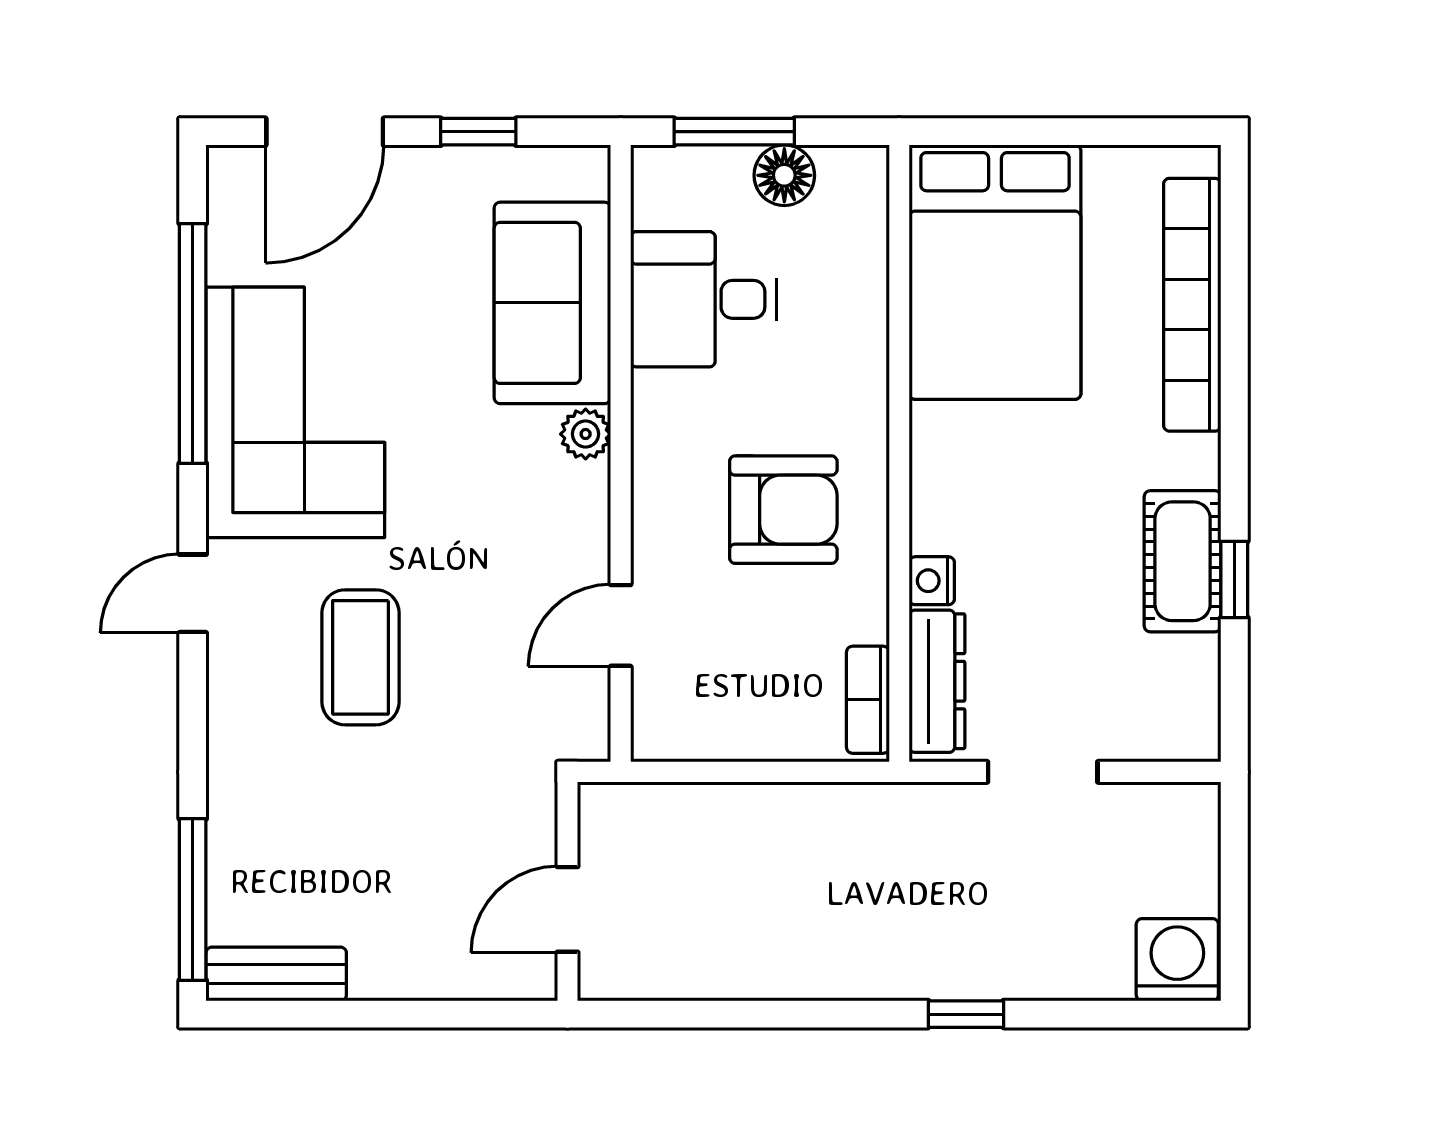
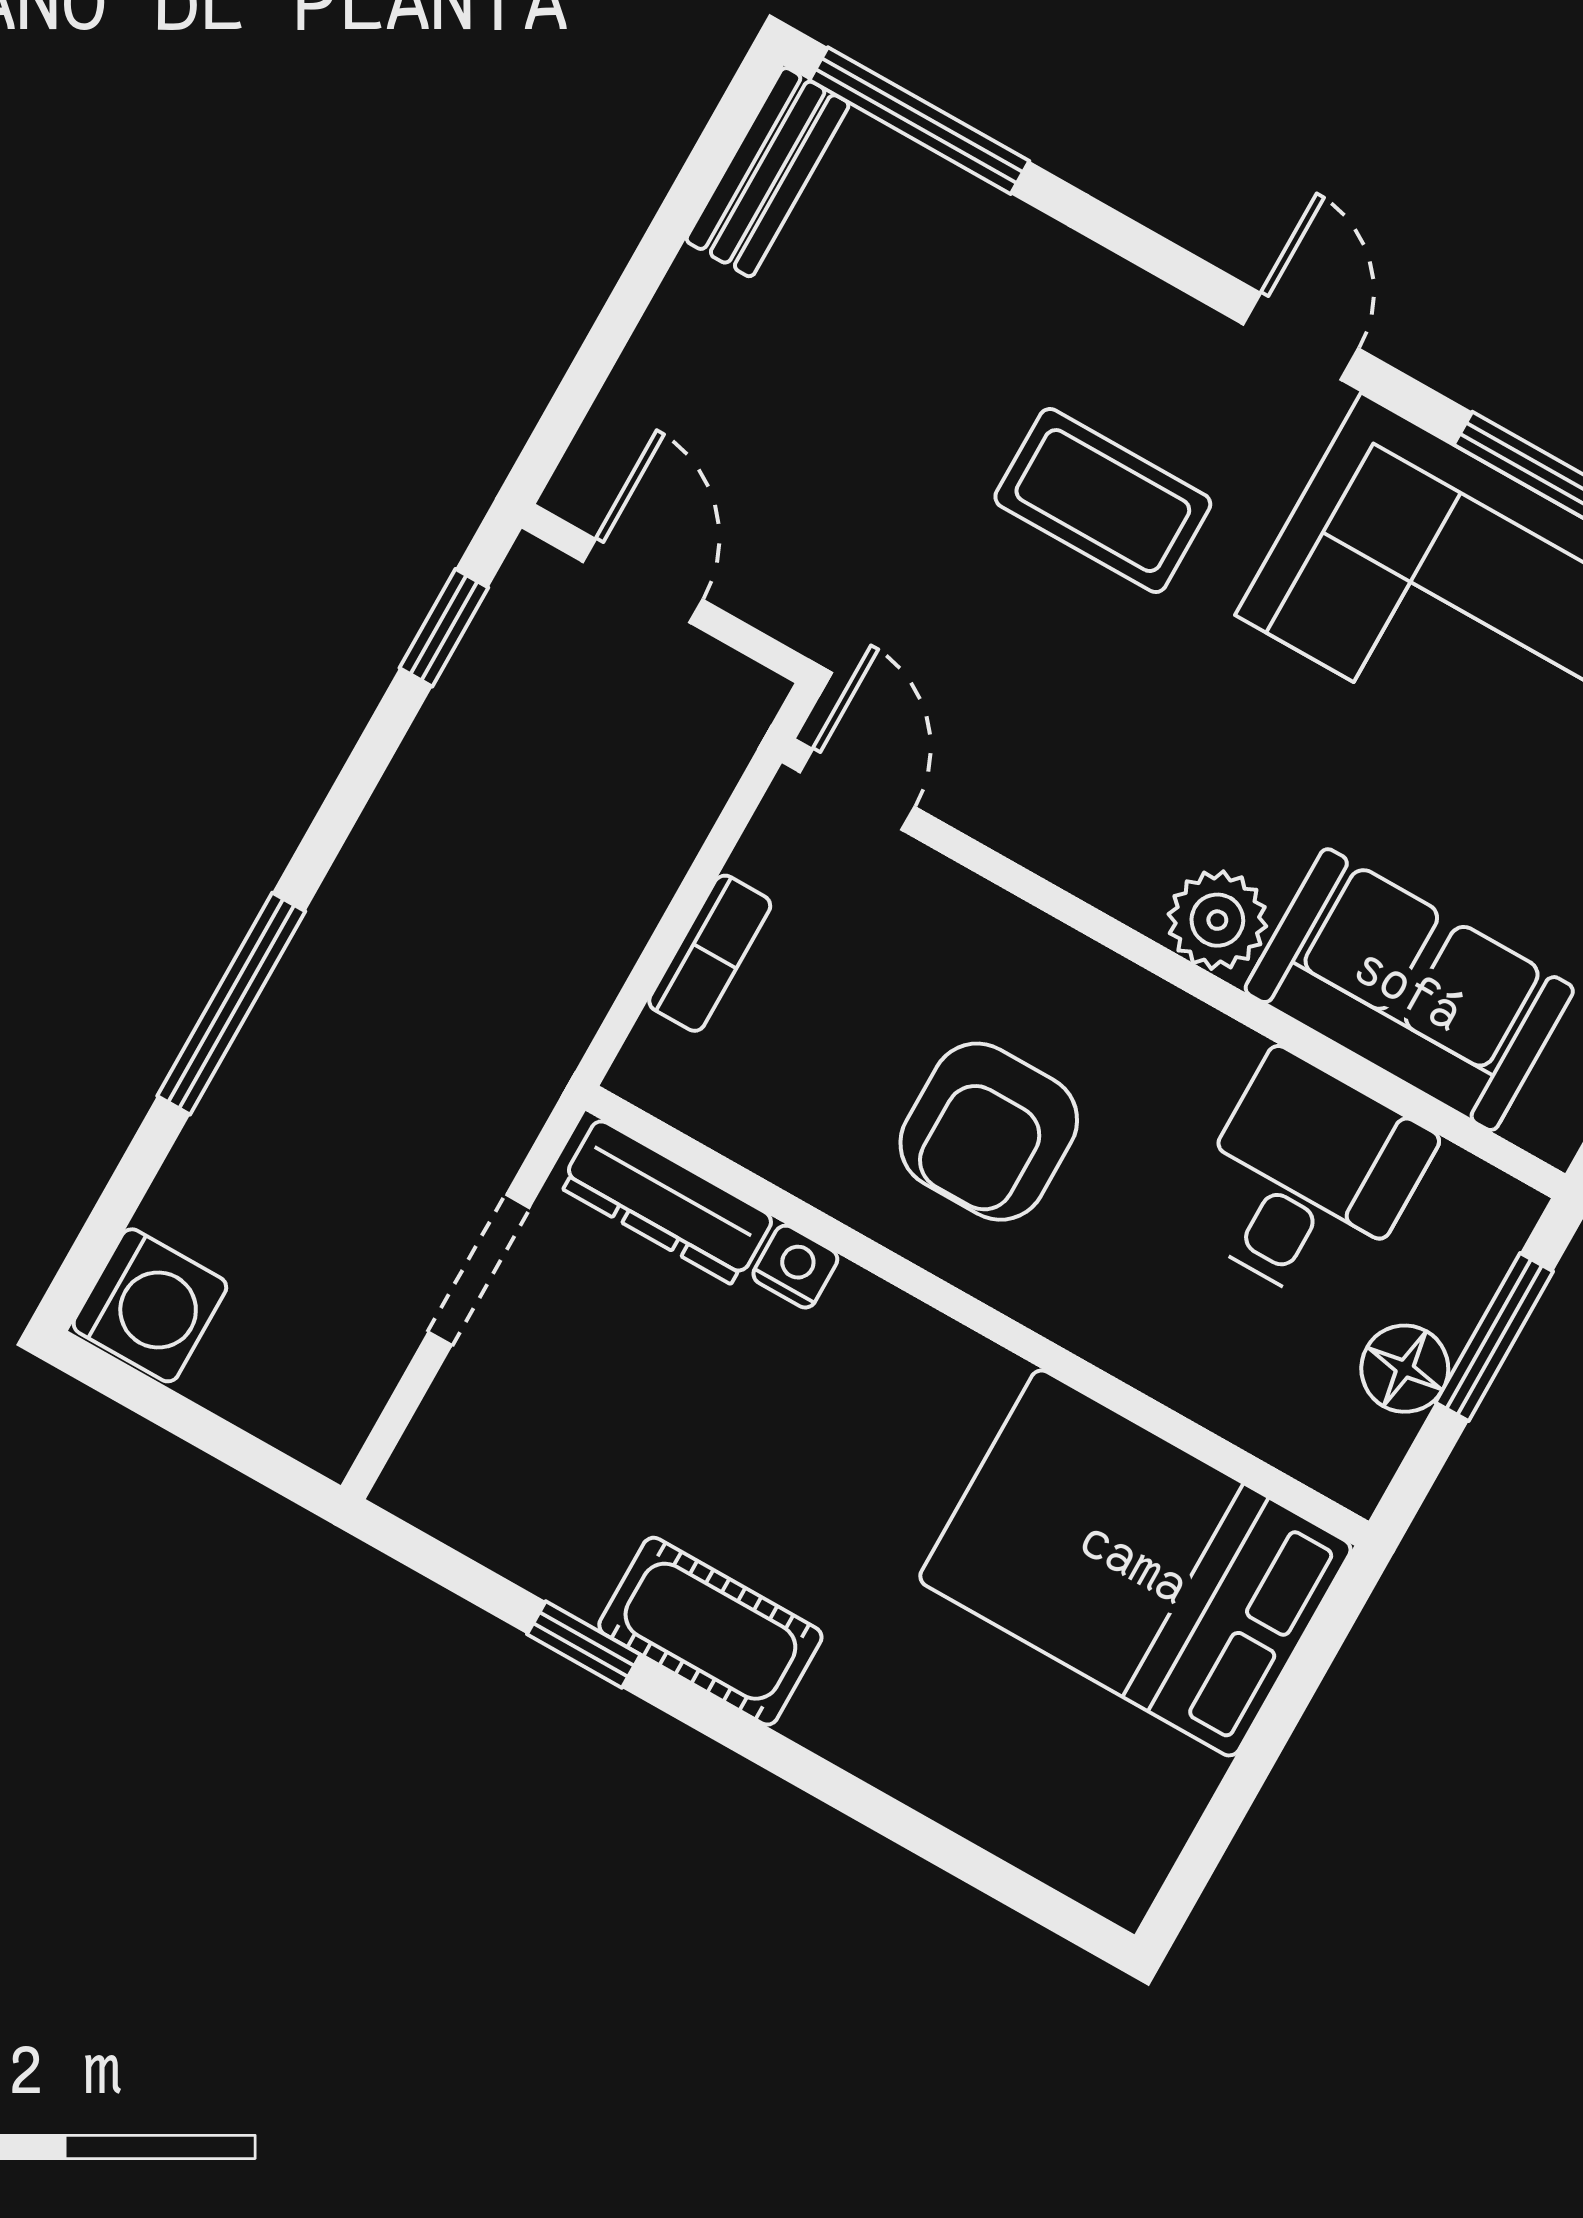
bookcase: (1192, 305) -> (956, 1786), removed
plant: (586, 434) -> (1217, 920), width x1.38, depth x1.38
cot: (1183, 561) -> (710, 1631), moved
door: (621, 625) -> (857, 789), moved
bookcase: (868, 700) -> (710, 953), moved, turned 90
window: (664, 1014) -> (444, 628), added
window: (966, 1014) -> (231, 1004), width x2.17

